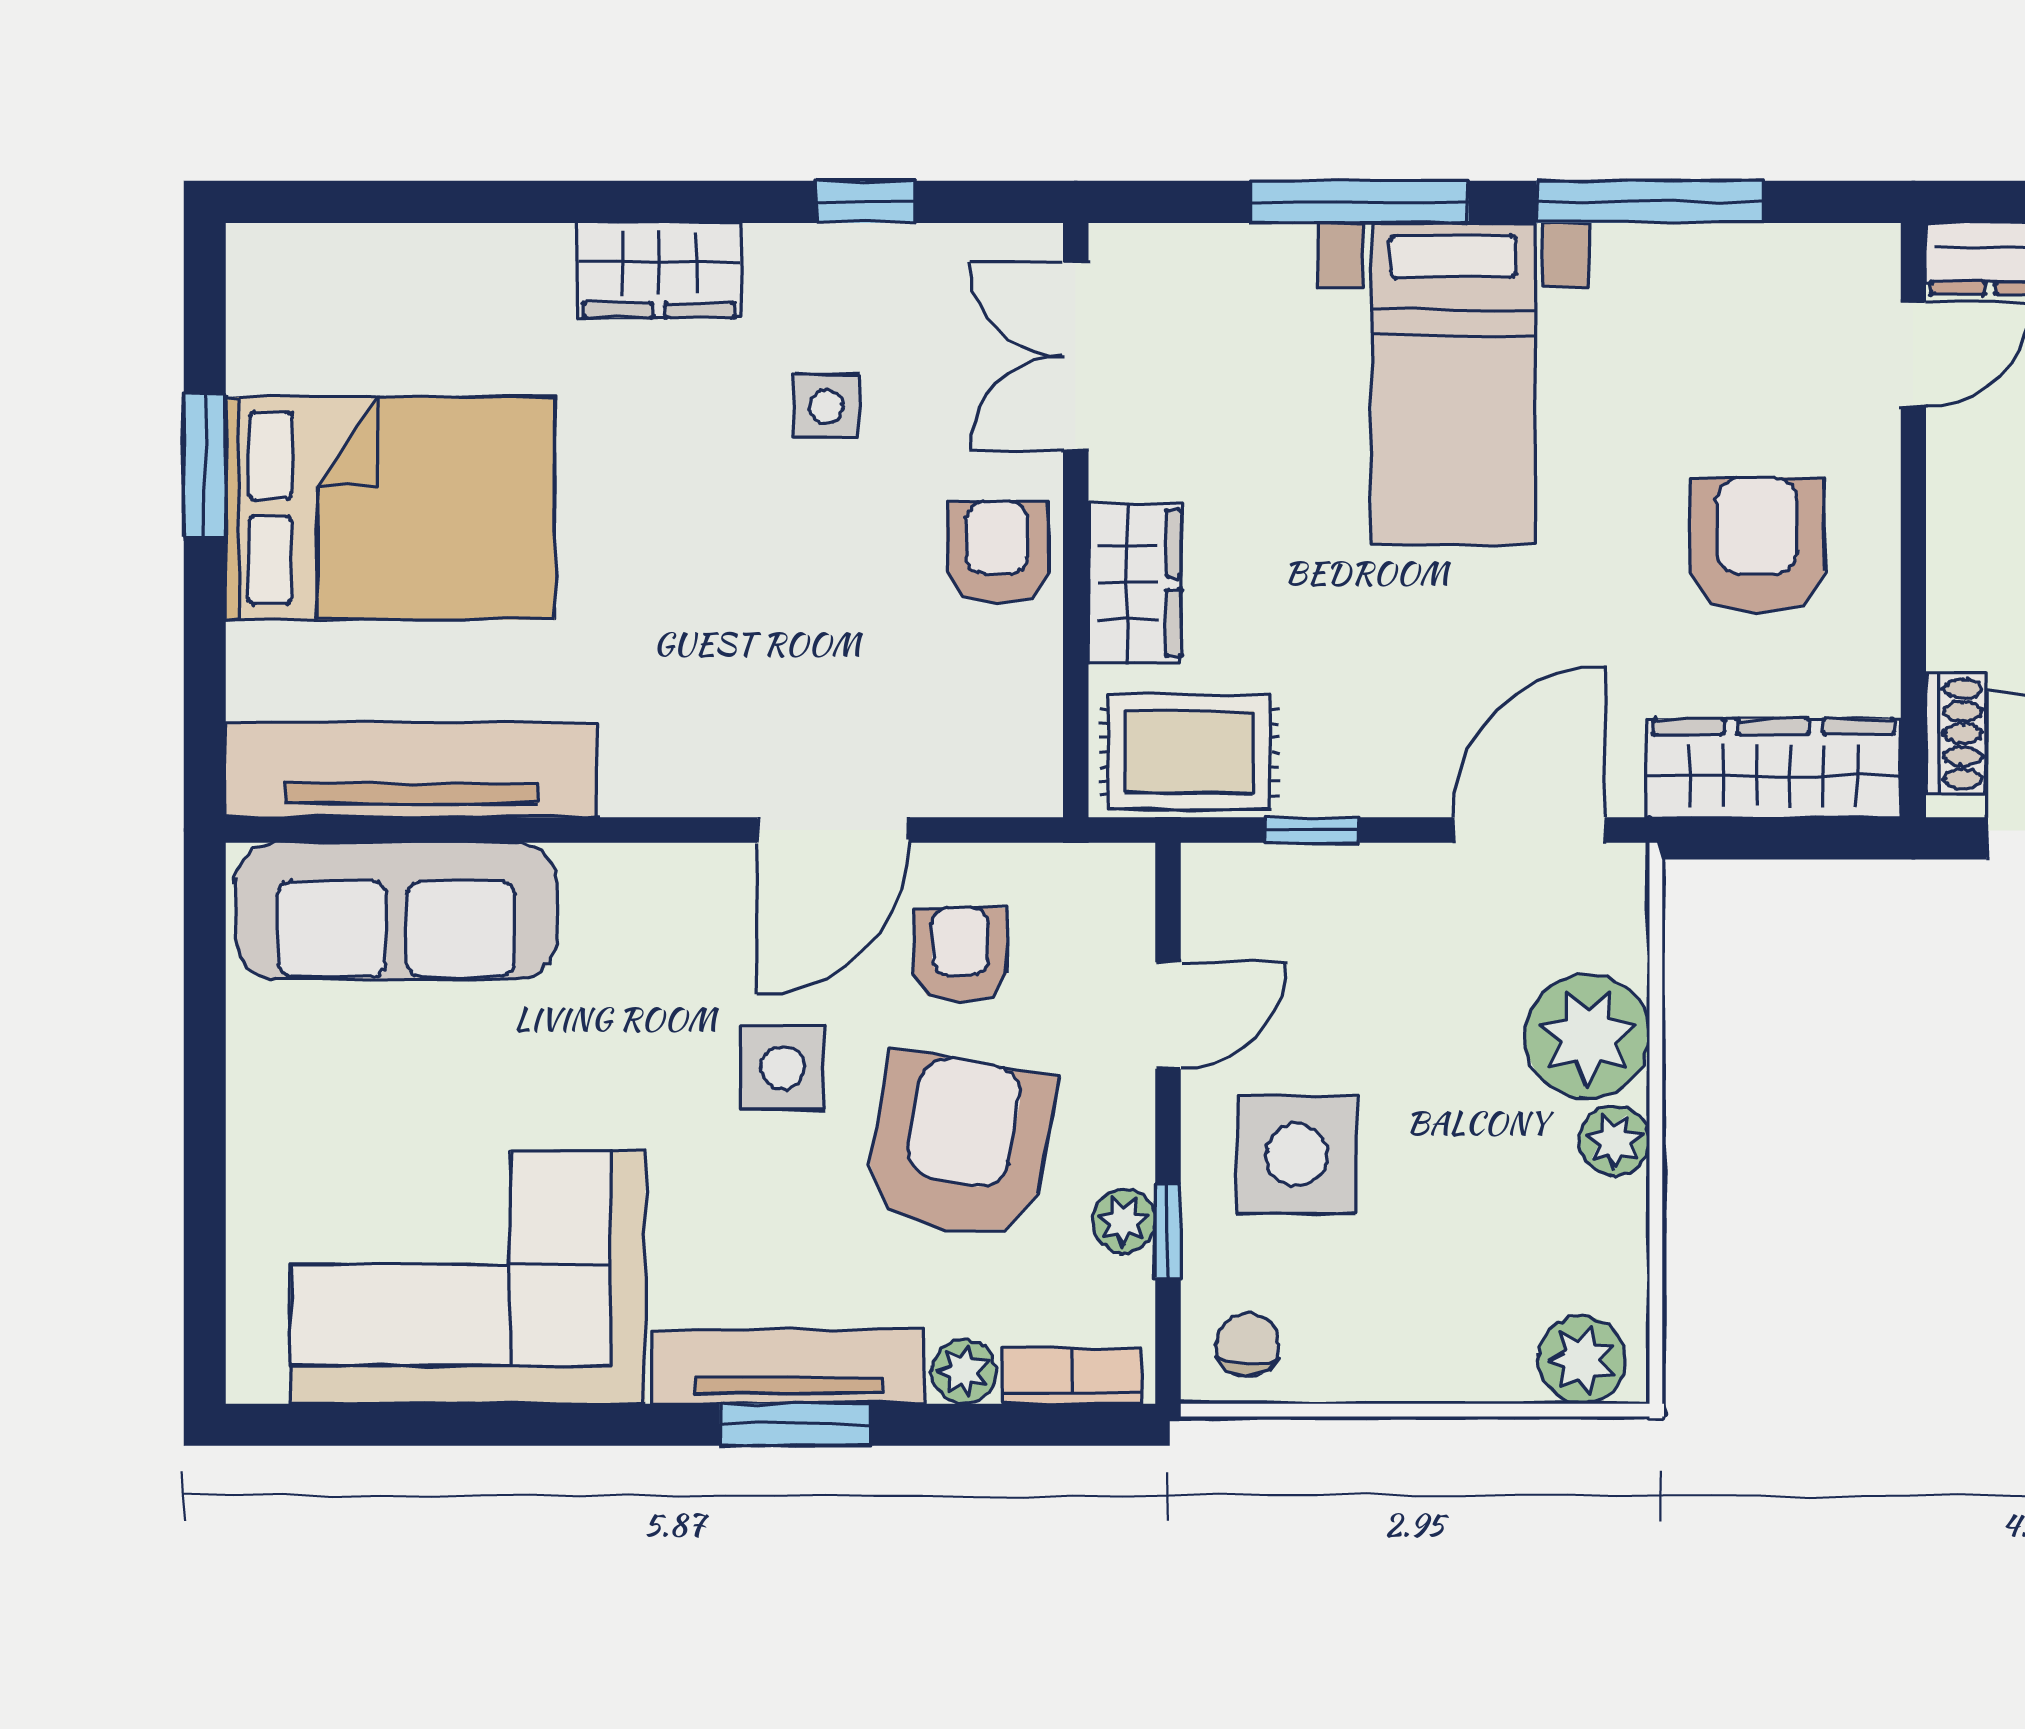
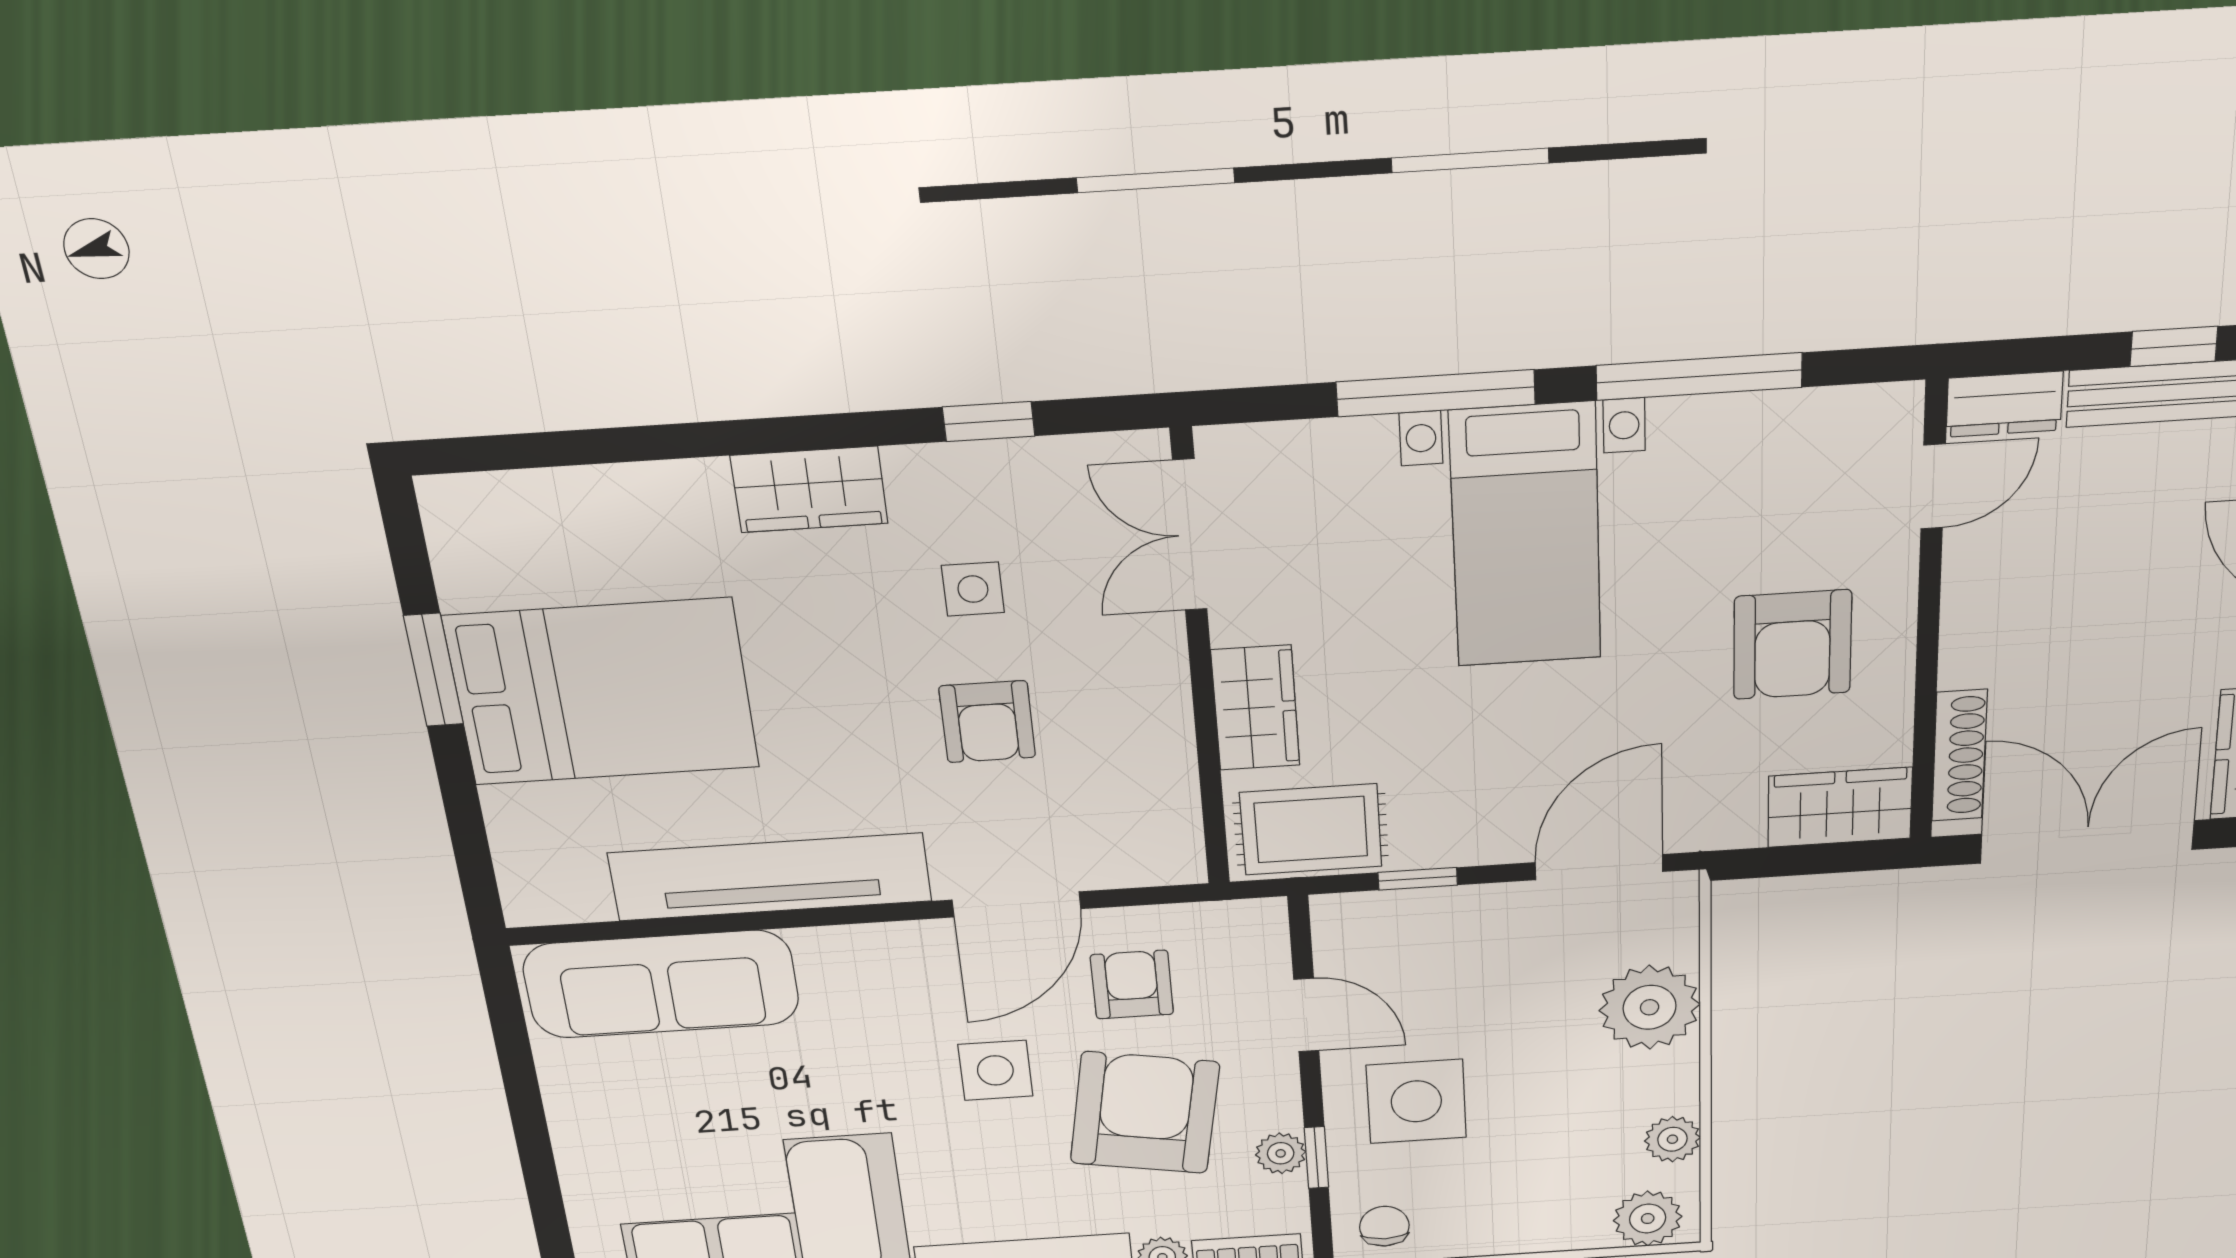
armchair: (1757, 545) -> (1792, 645), turned 180
armchair: (997, 552) -> (987, 722), moved, turned 180
shoe rack: (1956, 734) -> (1959, 756), width x1.43
wardrobe: (1773, 768) -> (1840, 807), width x0.67
tv unit: (412, 770) -> (770, 877), moved
door: (1168, 1016) -> (1306, 1015), hinge flipped
plant: (1614, 1141) -> (1672, 1139), moved

